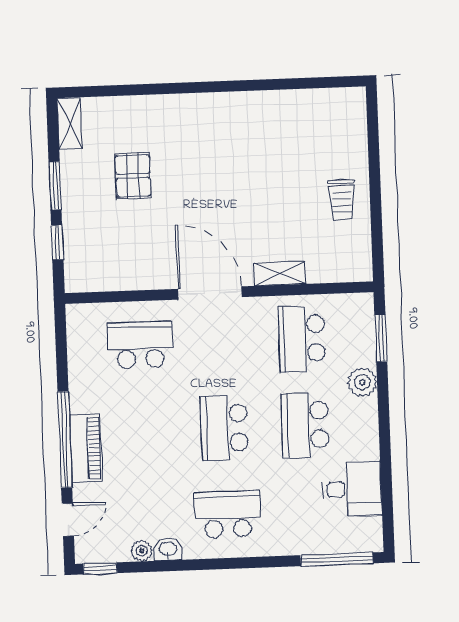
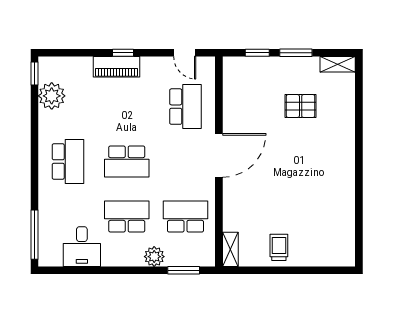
trolley: (342, 200) -> (279, 247), turned 90
shelving: (280, 273) -> (230, 249), moved
school desk: (224, 428) -> (127, 162), turned 180
window: (65, 440) -> (123, 53), width x0.32
door: (68, 520) -> (185, 53), moved
washbasin: (168, 549) -> (46, 120), removed
plant: (142, 551) -> (52, 96), width x1.87, depth x1.87

